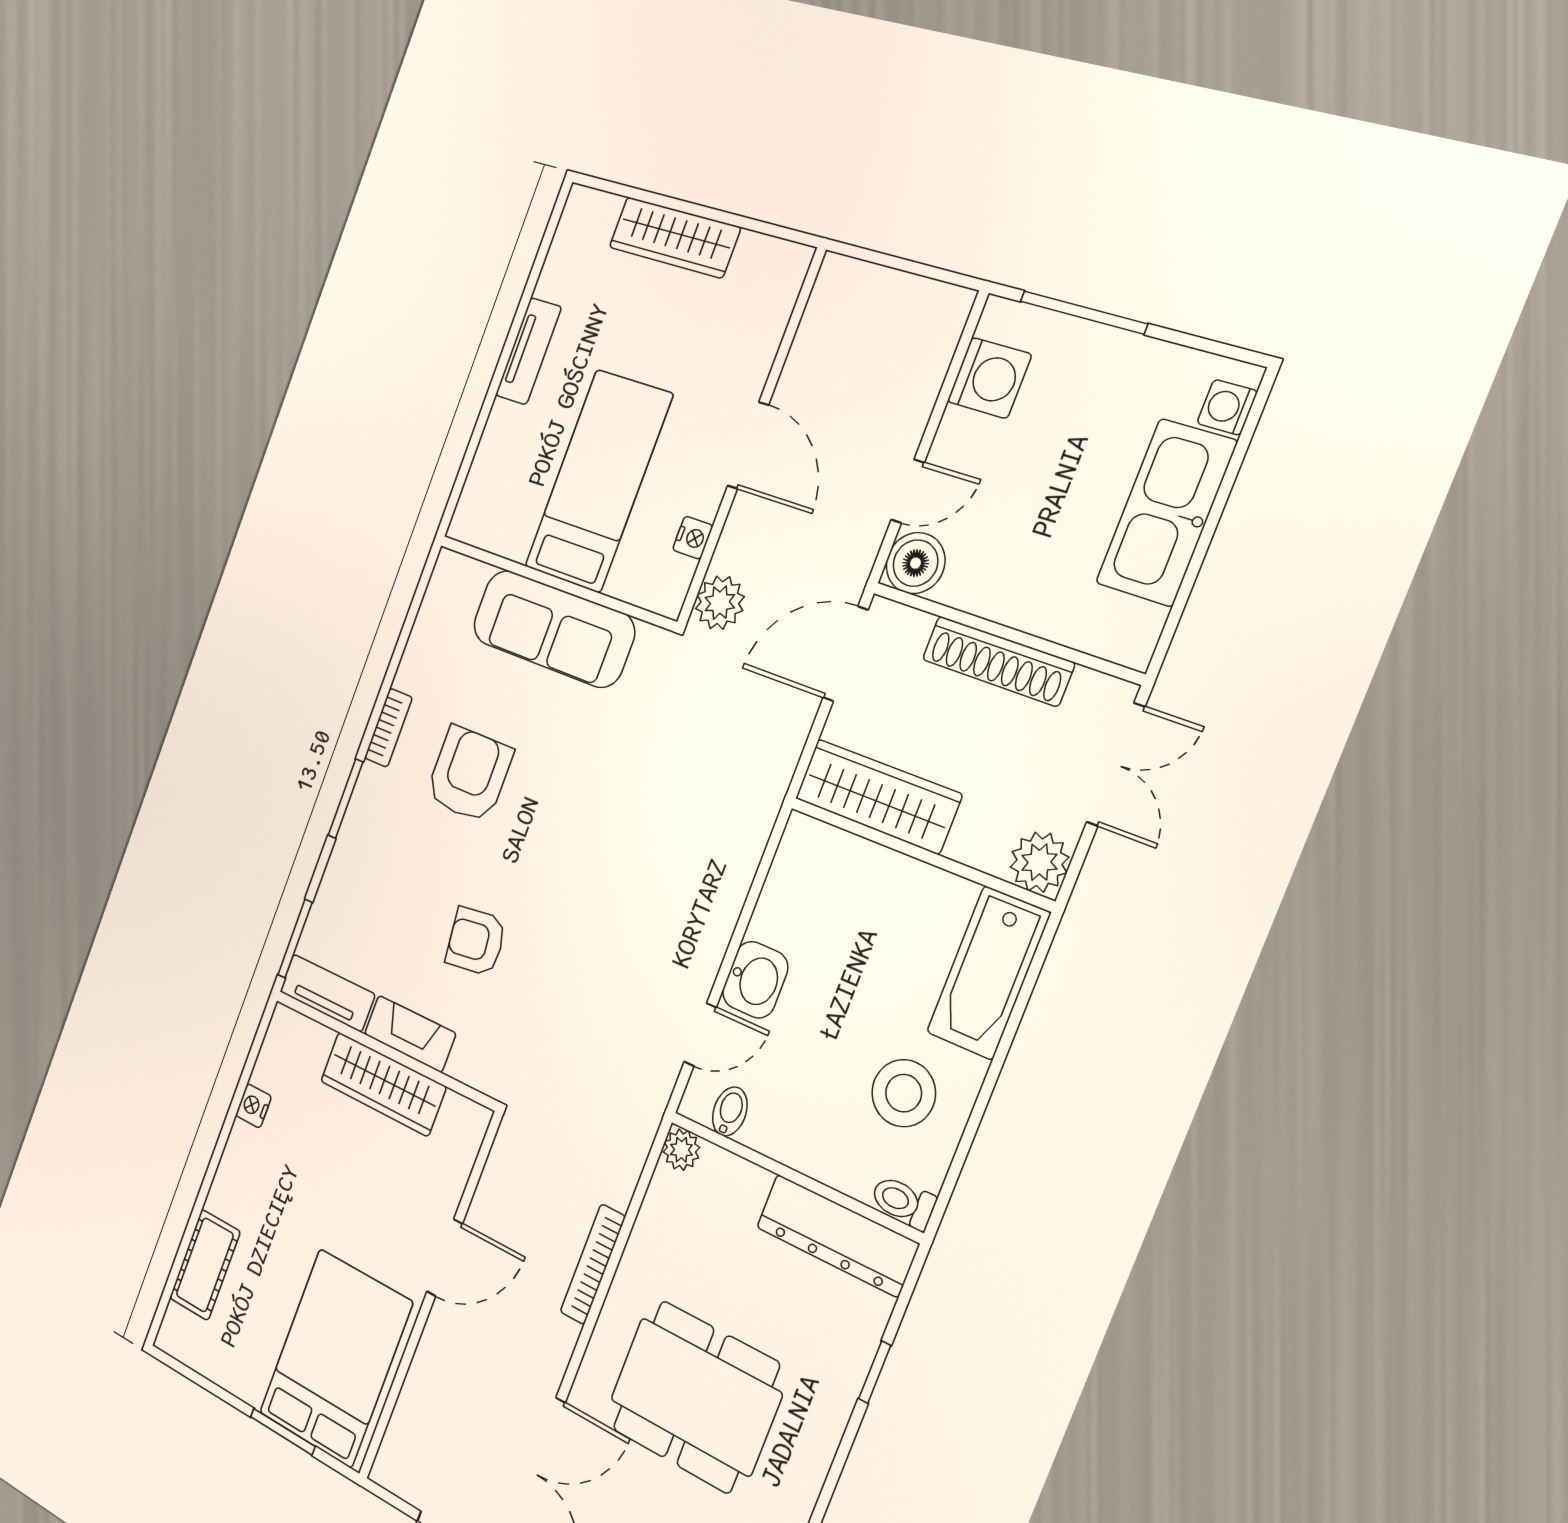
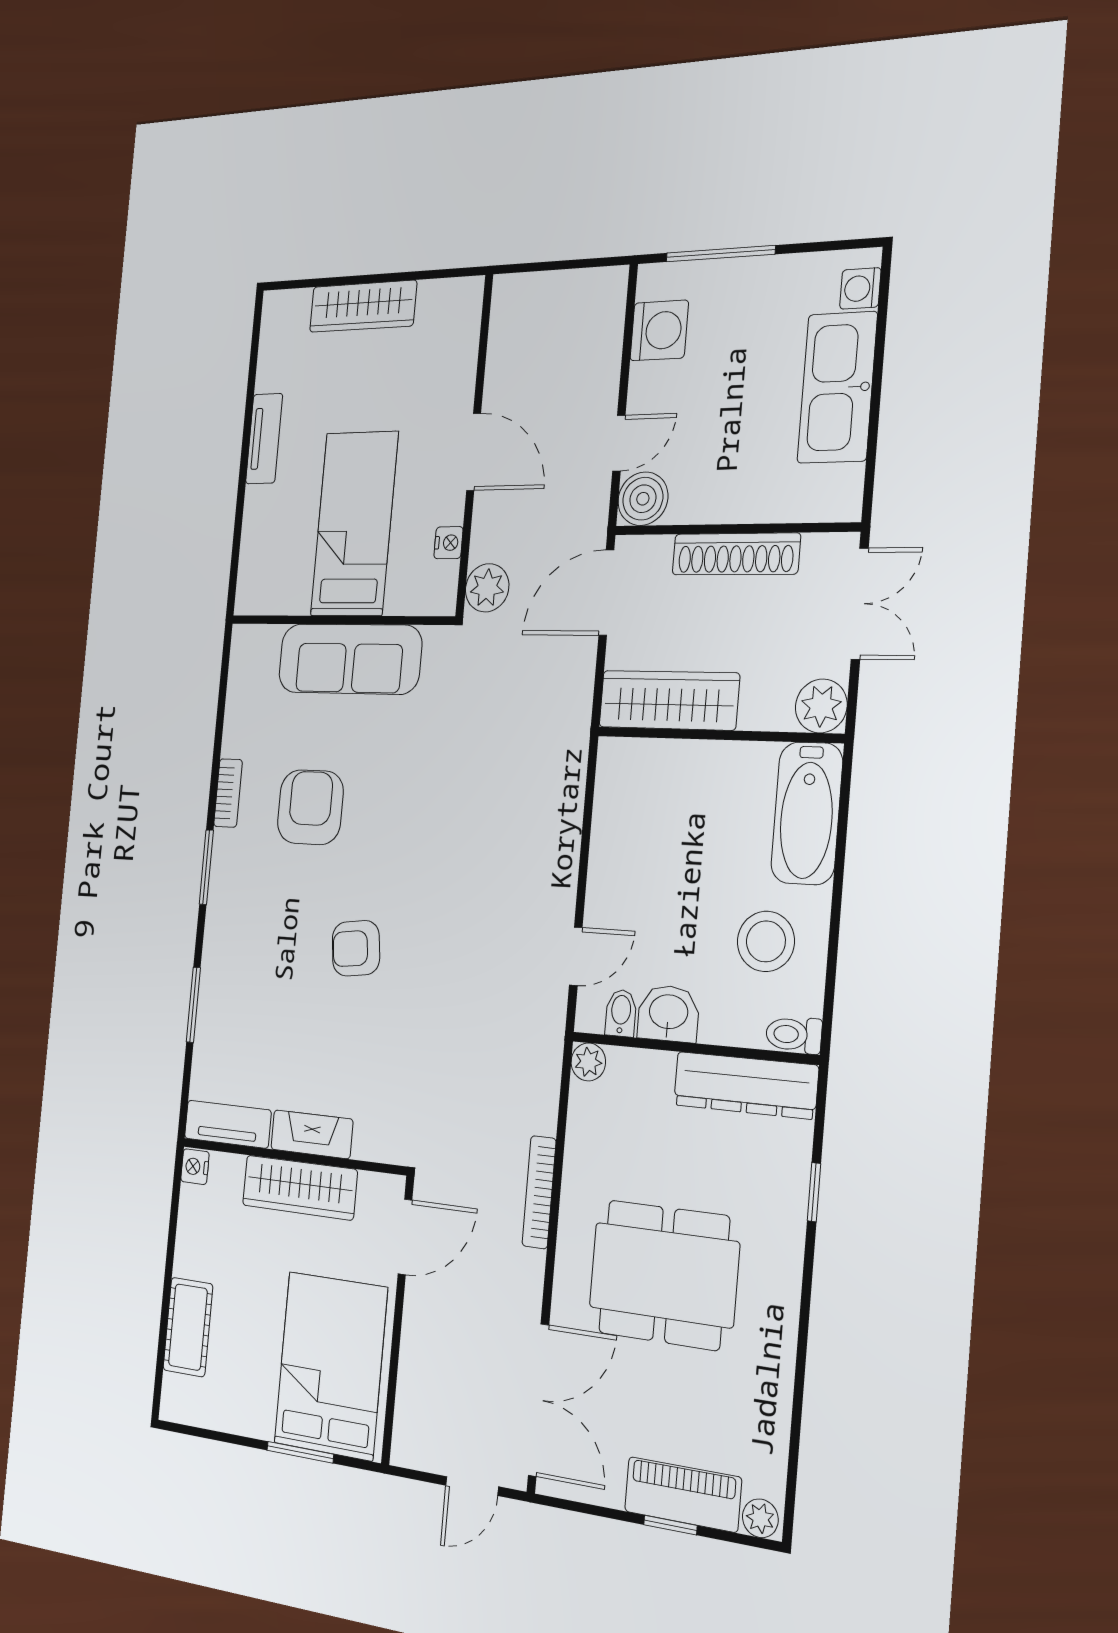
washbasin: (755, 980) -> (668, 1013), moved, turned -90
tv unit: (327, 993) -> (228, 1124), moved
fireplace: (410, 1034) -> (312, 1134), moved
wall: (384, 1050) -> (293, 1156), moved
wardrobe: (383, 1084) -> (300, 1188), moved

